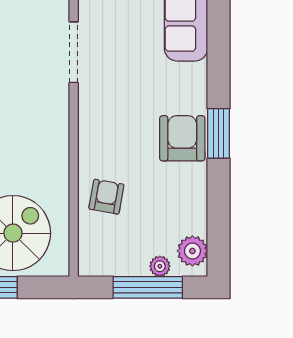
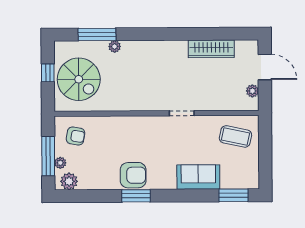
doorway: (74, 52) -> (182, 113), width x0.73
armchair: (106, 197) -> (76, 136), moved

